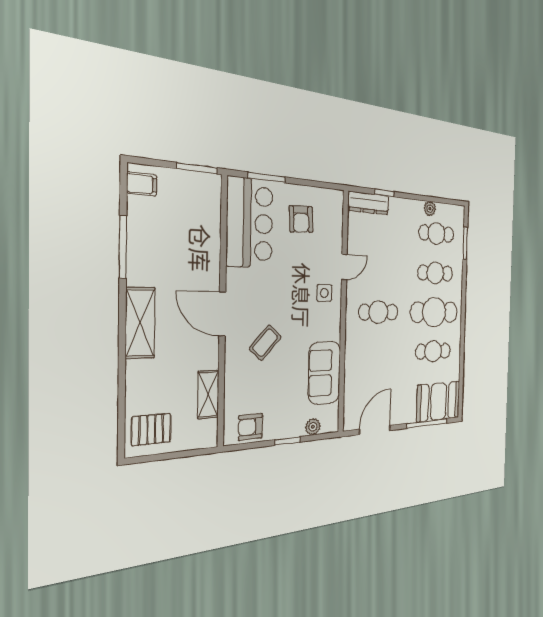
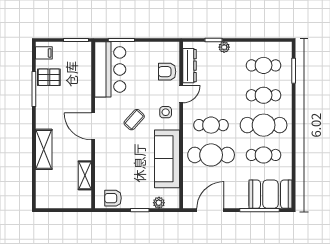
dresser: (369, 203) -> (190, 66), moved, turned -90
plant: (430, 209) -> (224, 47), moved
armchair: (301, 219) -> (167, 72), moved, turned 93
shelving: (140, 323) -> (44, 149), moved
coffee table: (265, 343) -> (134, 120), moved
cafe table: (377, 354) -> (211, 155), added
sofa: (324, 373) -> (167, 159), width x1.36
pallet: (151, 429) -> (49, 77), moved

